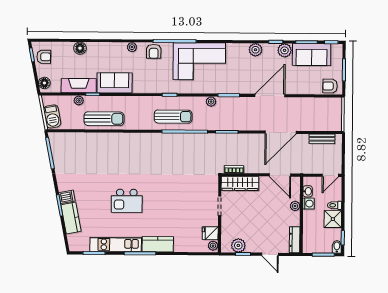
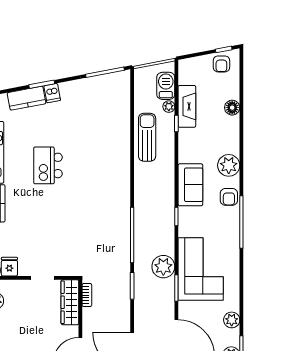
plant: (132, 47) -> (229, 165), width x1.88, depth x1.88
armchair: (154, 51) -> (229, 197), turned -90
corner sofa: (199, 61) -> (201, 269), moved, turned 180
floor lamp: (44, 83) -> (190, 65), removed
sofa: (115, 83) -> (190, 185), moved
plant: (211, 102) -> (163, 267), width x1.88, depth x1.88
barbecue: (52, 116) -> (166, 86), moved, turned 101
sun lounger: (173, 117) -> (150, 221), removed
sun lounger: (104, 119) -> (147, 137), turned 180

